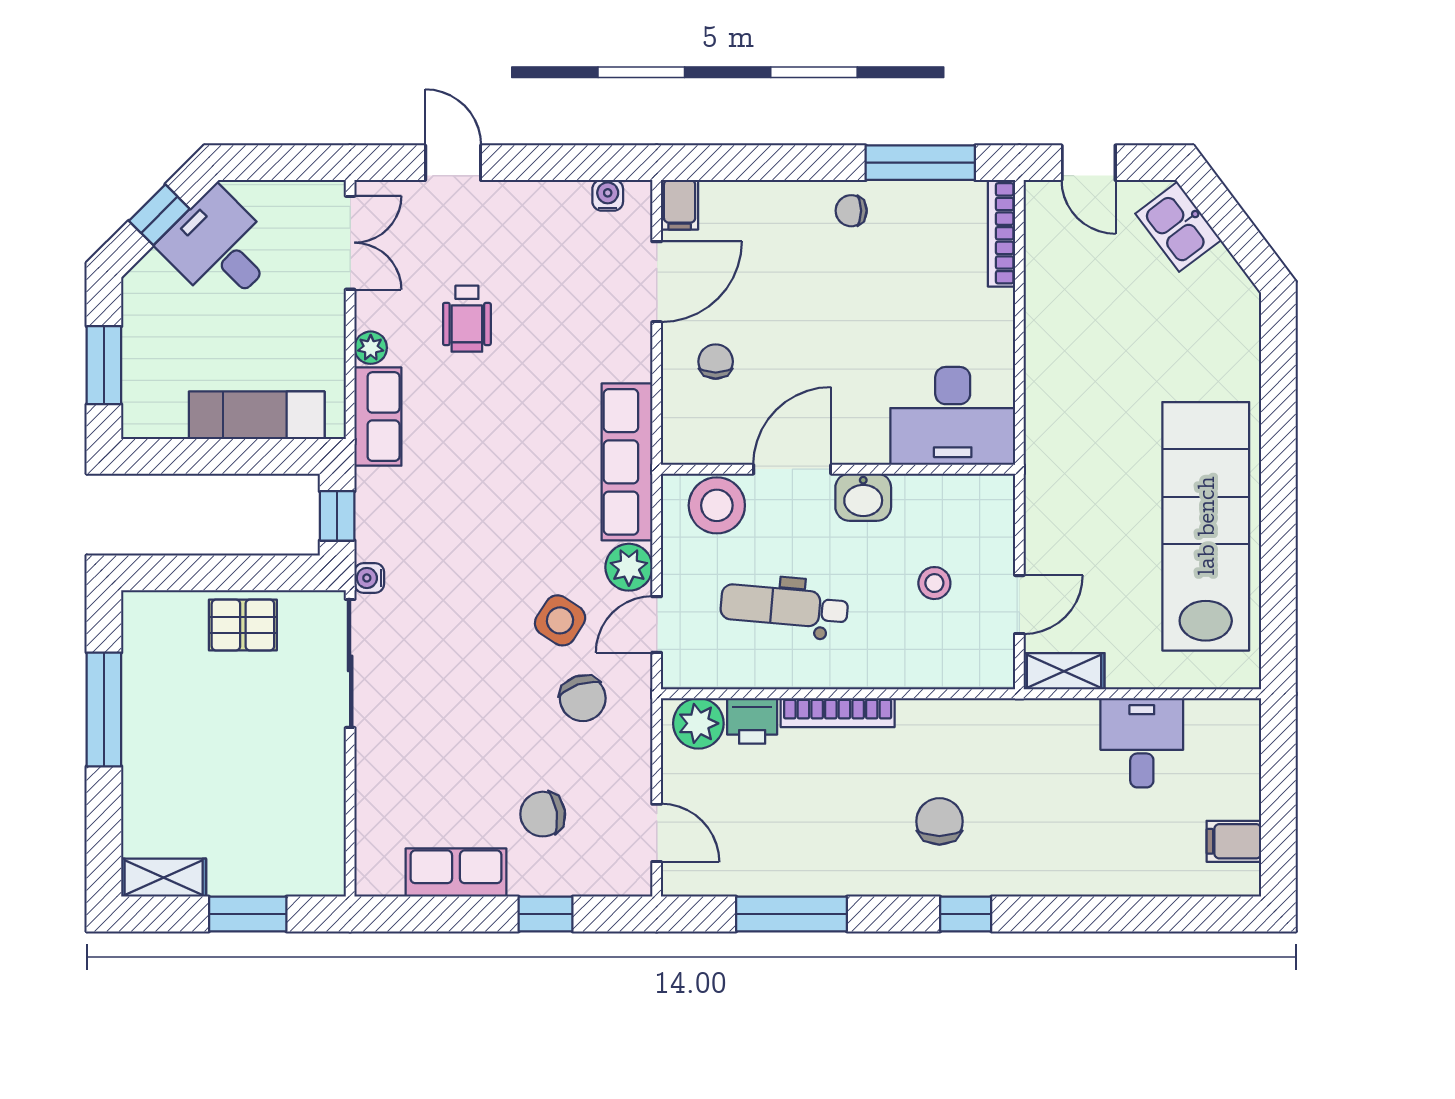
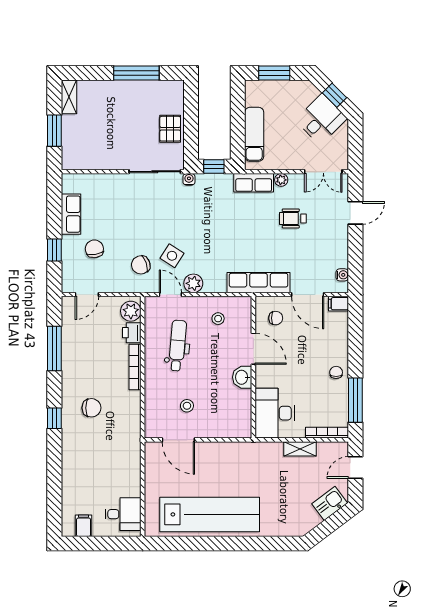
desk: (953, 416) -> (275, 413), moved
row of seats: (627, 462) -> (259, 283), moved
door: (792, 469) -> (253, 349), moved
wall: (838, 469) -> (253, 367), moved
washbasin: (863, 497) -> (242, 377), moved
stool: (717, 505) -> (218, 319), width x0.53, depth x0.53
door: (1019, 605) -> (178, 440), width x1.38
shelving: (1064, 671) -> (300, 449), moved, turned 90
desk: (1142, 743) -> (123, 514), moved

